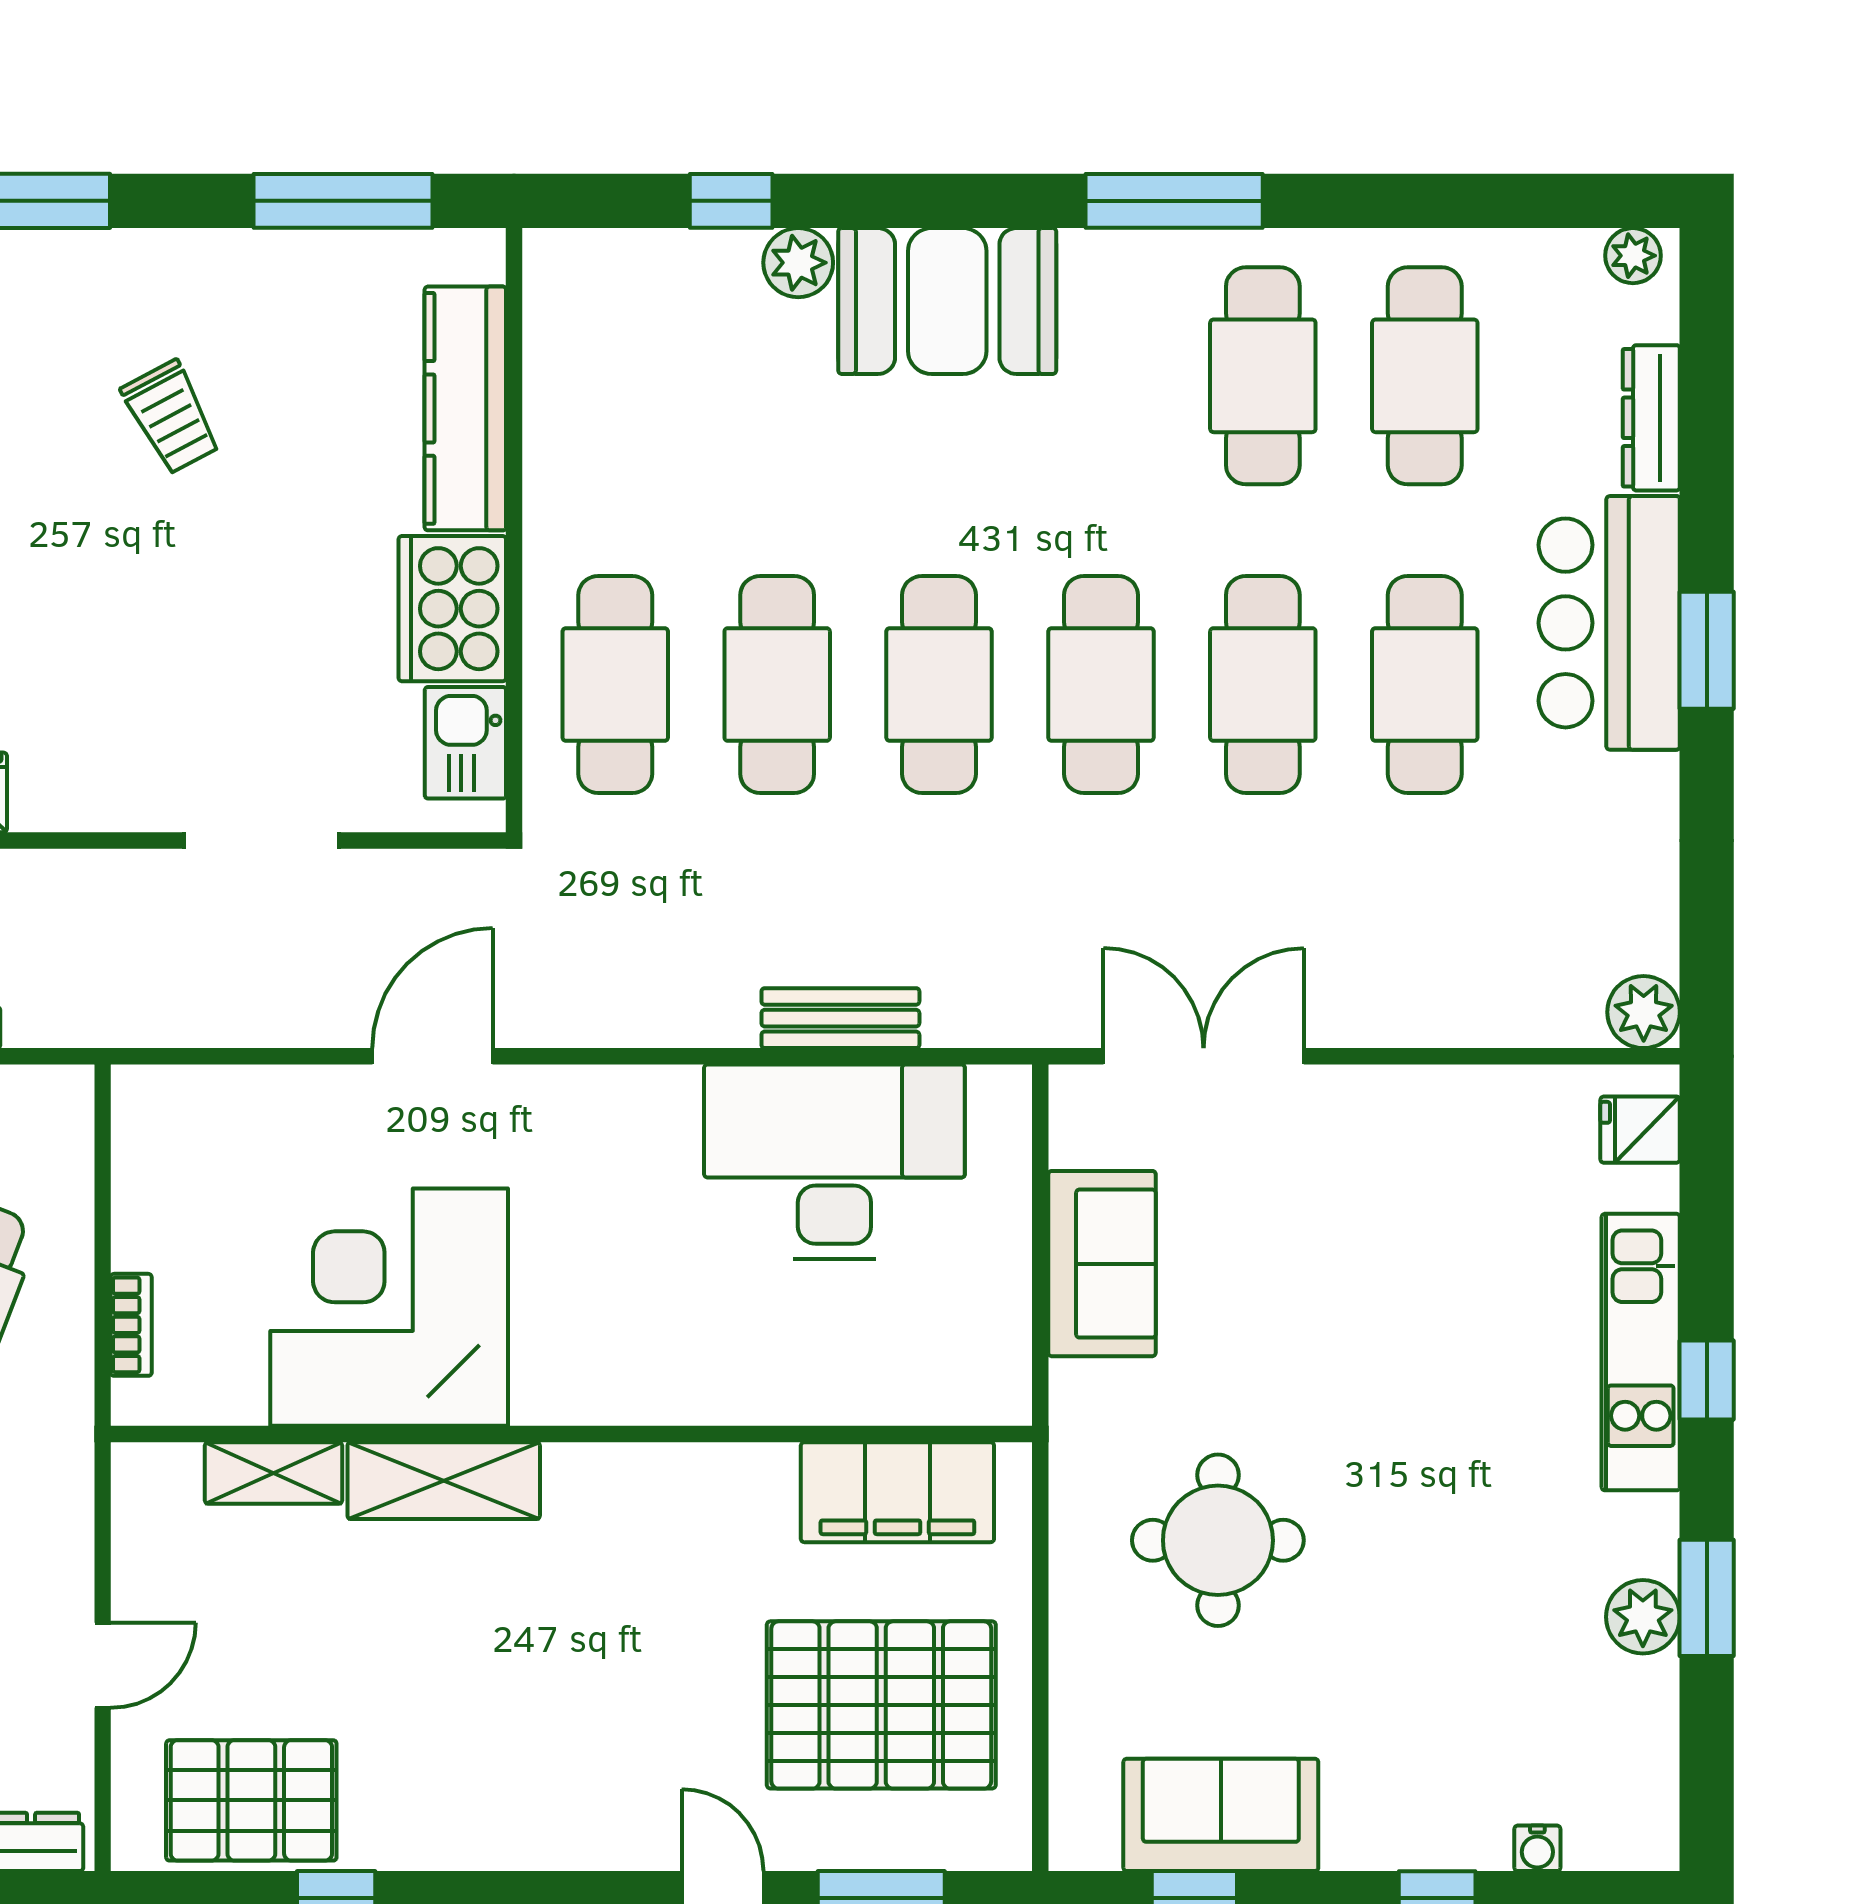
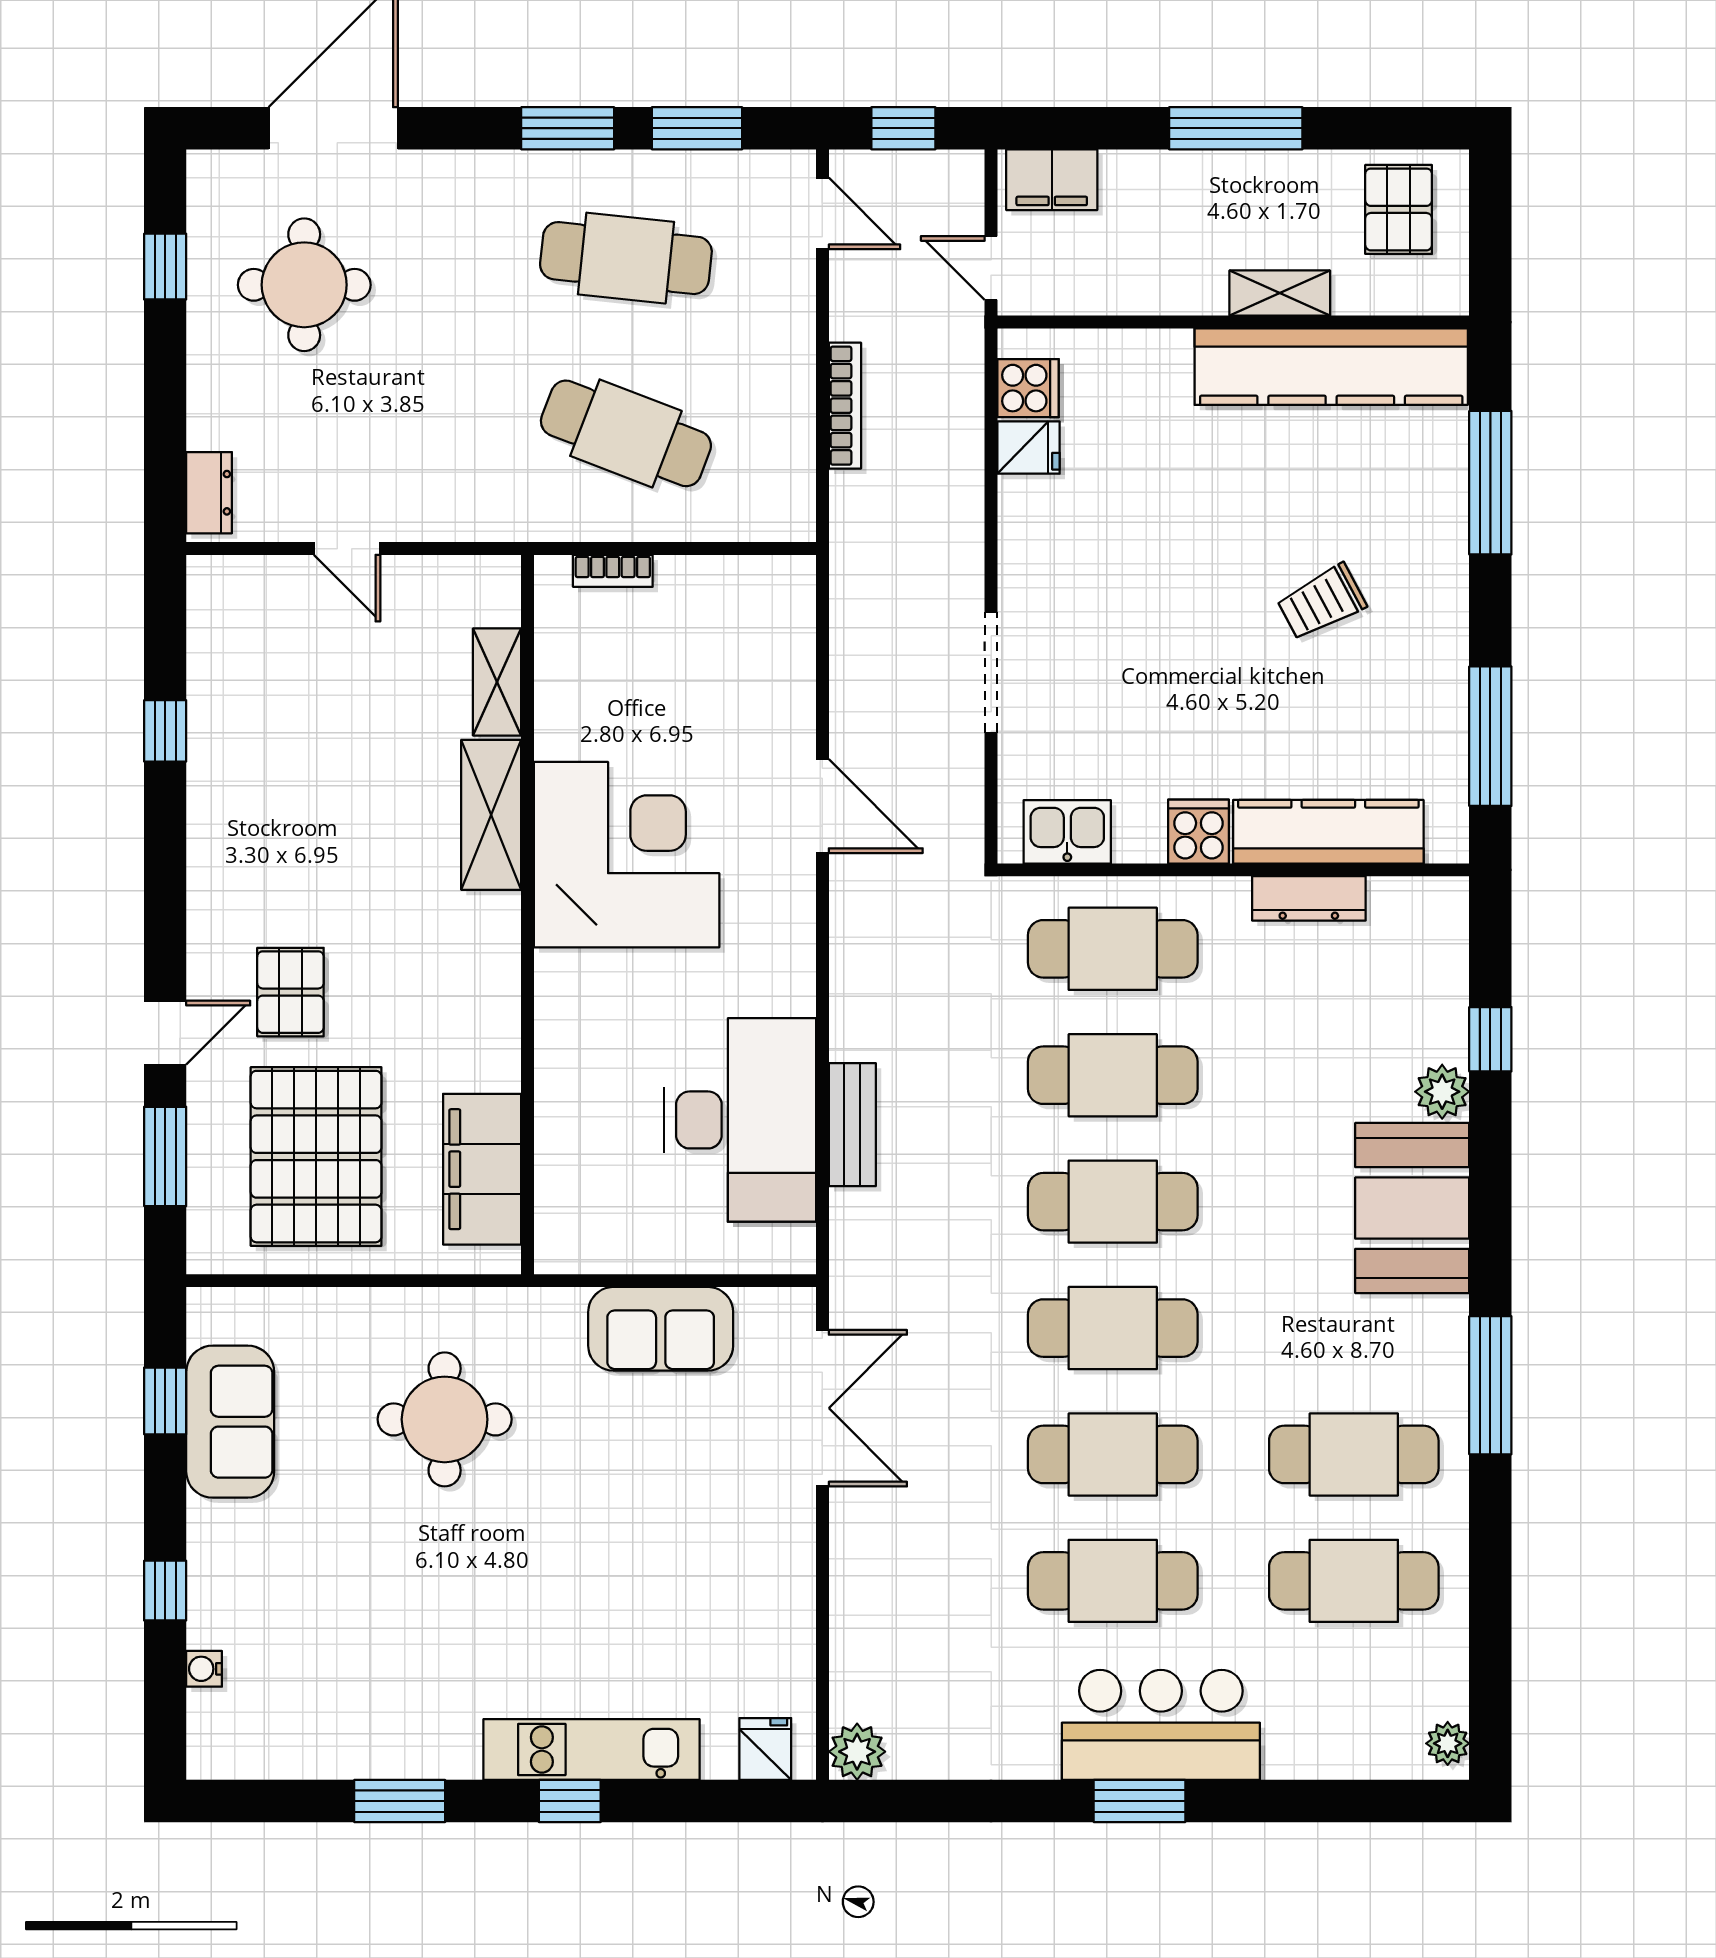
dresser: (1651, 418) -> (1309, 898), moved, turned 180
cooker: (452, 609) -> (1198, 832), width x0.53, depth x0.76
corner desk: (389, 1307) -> (627, 855), moved
plant: (1643, 1617) -> (385, 1751), removed
pallet: (251, 1800) -> (290, 992), moved, width x0.67, depth x0.71

